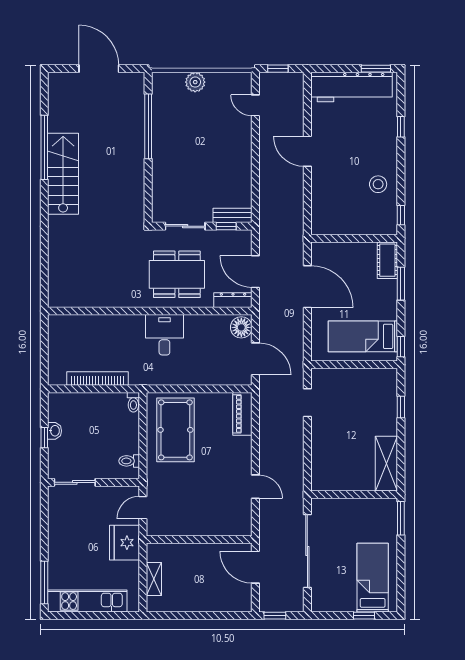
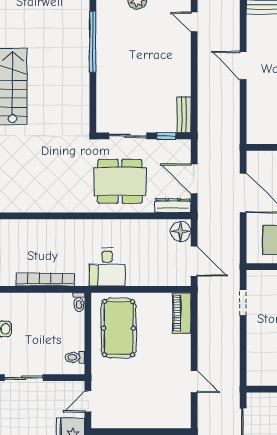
bench: (232, 215) -> (184, 115), moved, turned 90
desk: (164, 335) -> (107, 267), moved, turned 180

